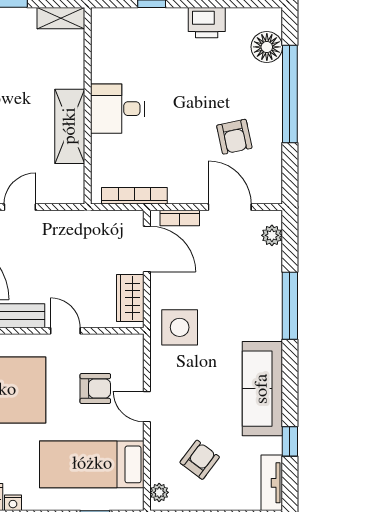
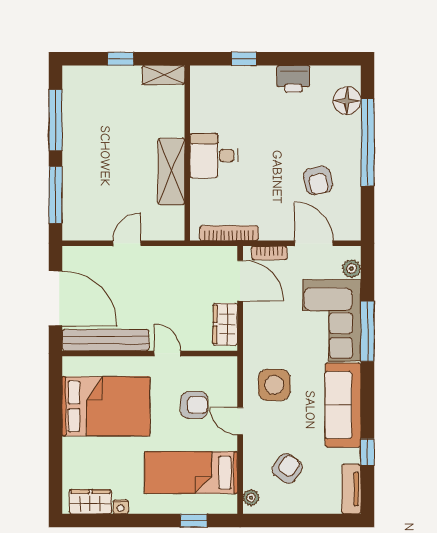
corner sofa: (250, 294) -> (332, 320), added
side table: (180, 327) -> (274, 385), moved

